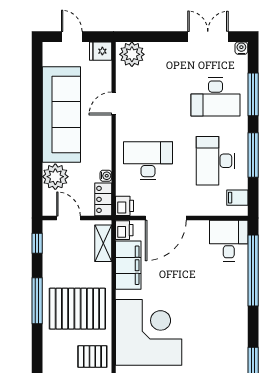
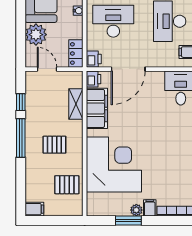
water cooler: (106, 176) -> (78, 11), moved
window: (37, 243) -> (21, 102), moved
shelving: (103, 243) -> (76, 104), moved
pallet: (77, 309) -> (54, 145), width x0.49, depth x0.50

